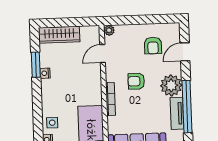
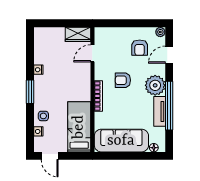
plant: (109, 30) -> (160, 32), moved
wardrobe: (59, 35) -> (78, 34), moved, width x0.67
window: (36, 65) -> (30, 92), moved

